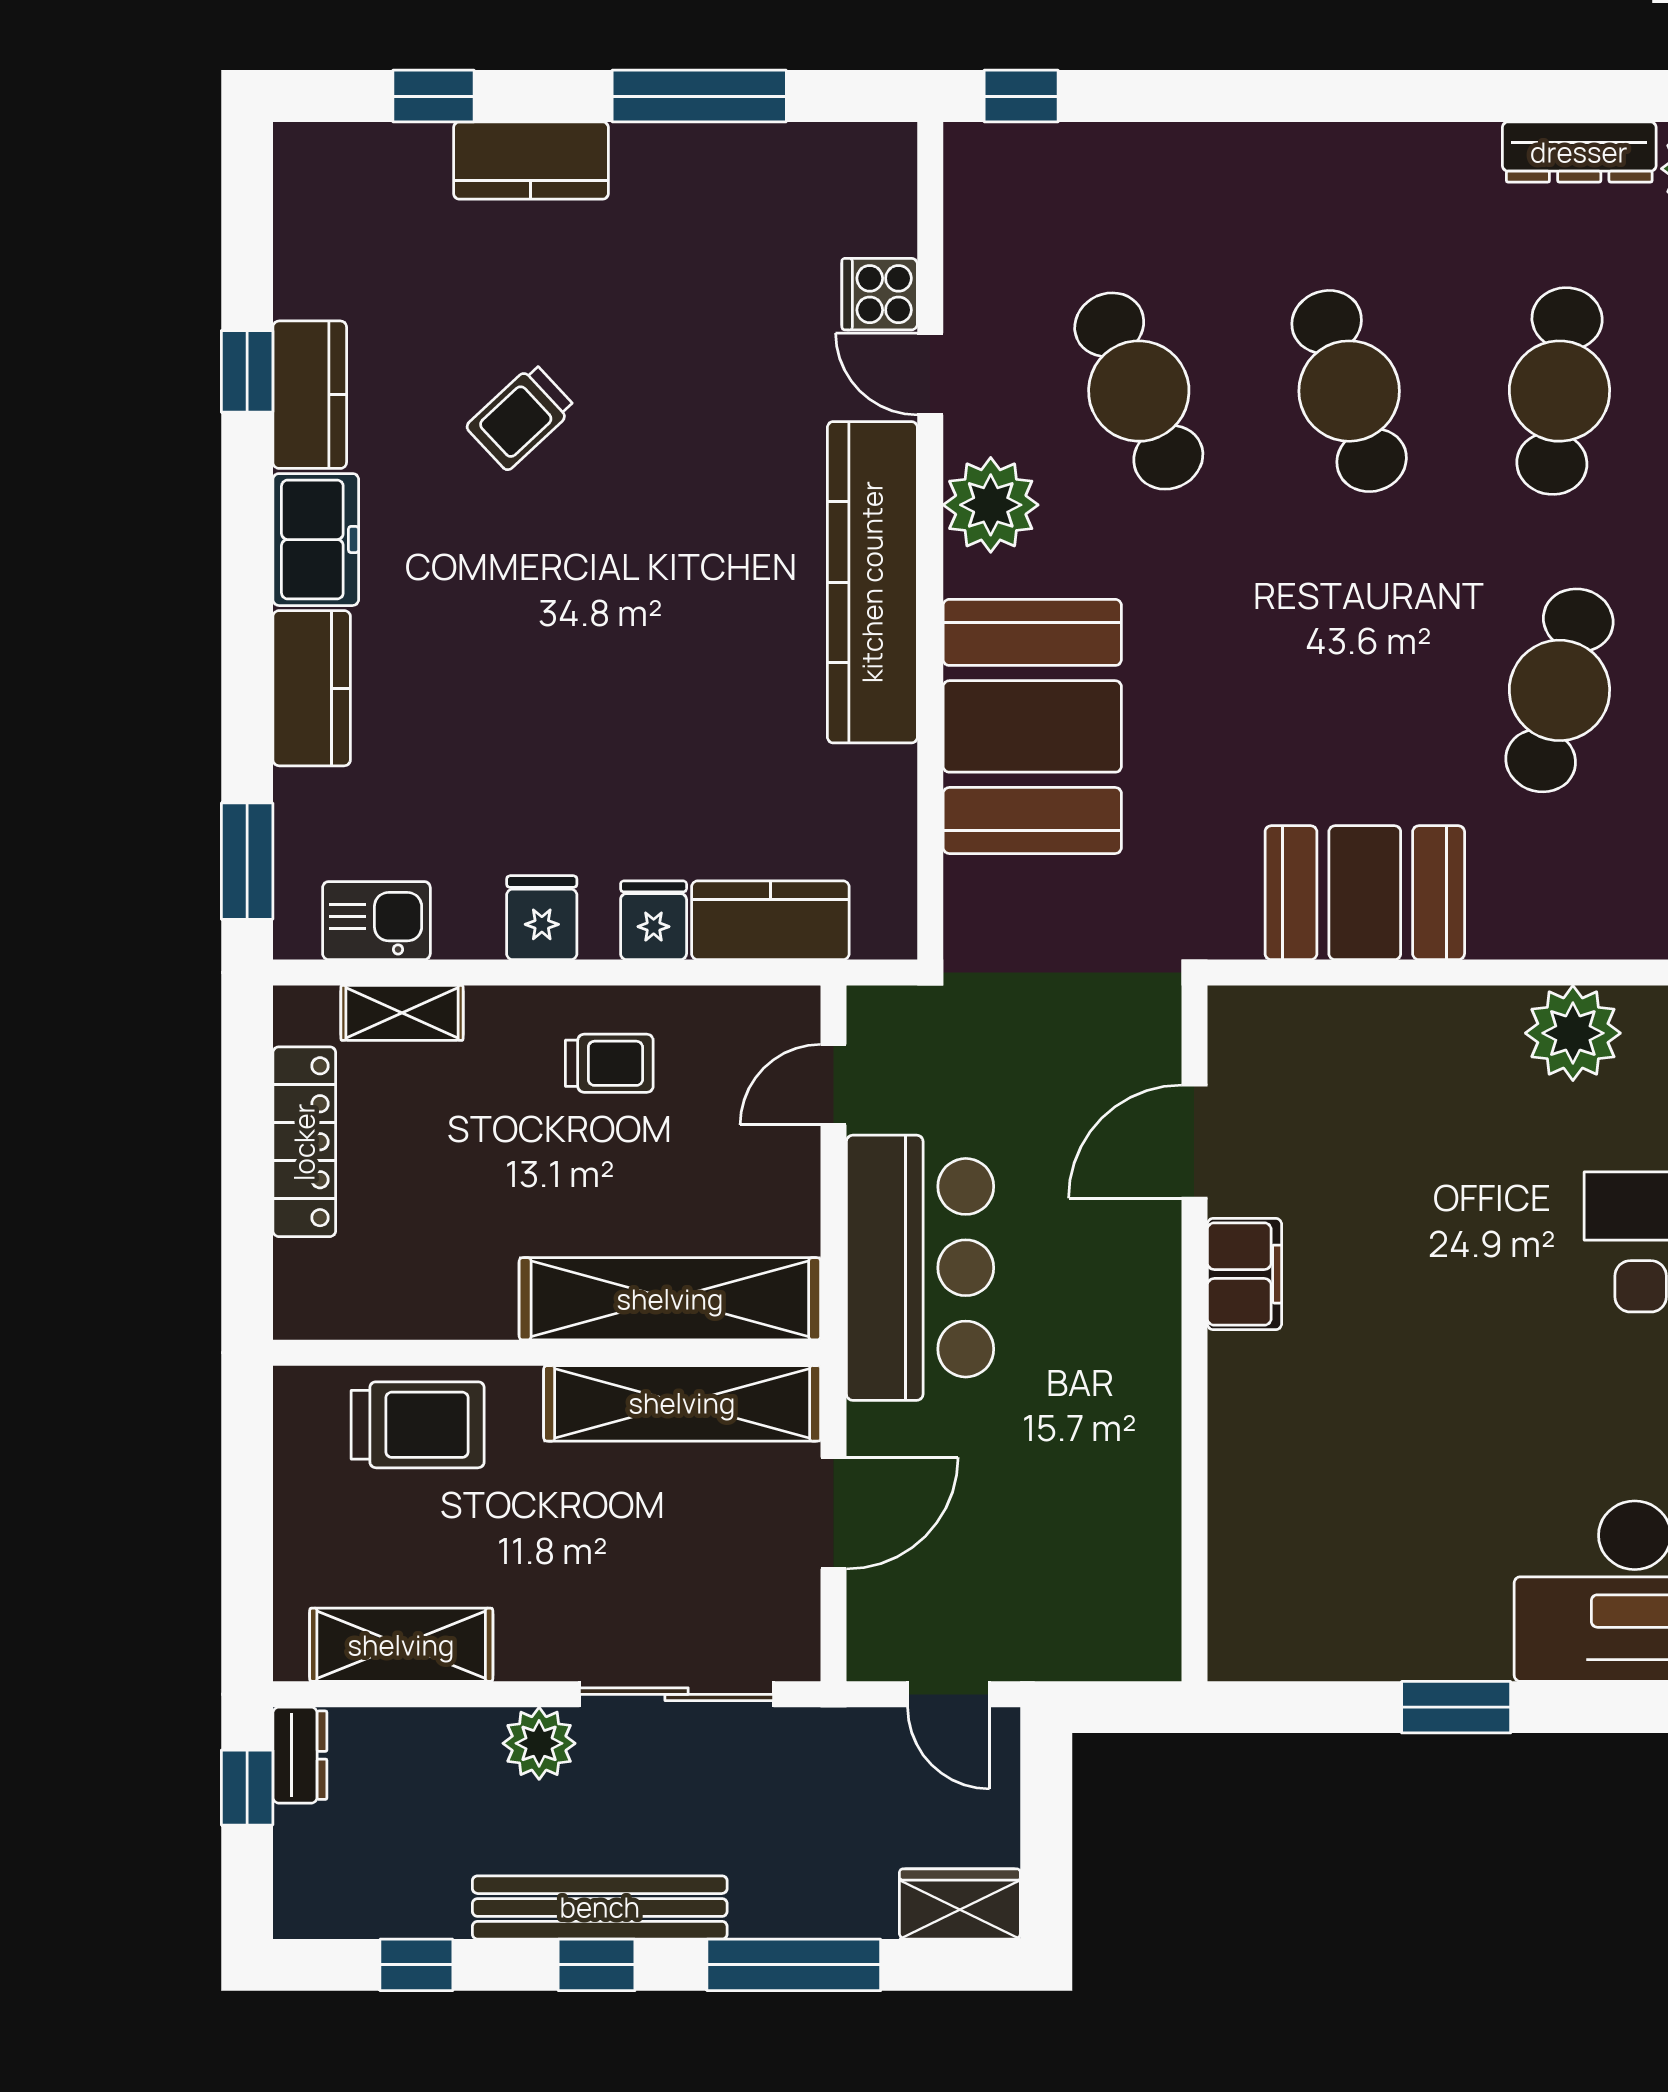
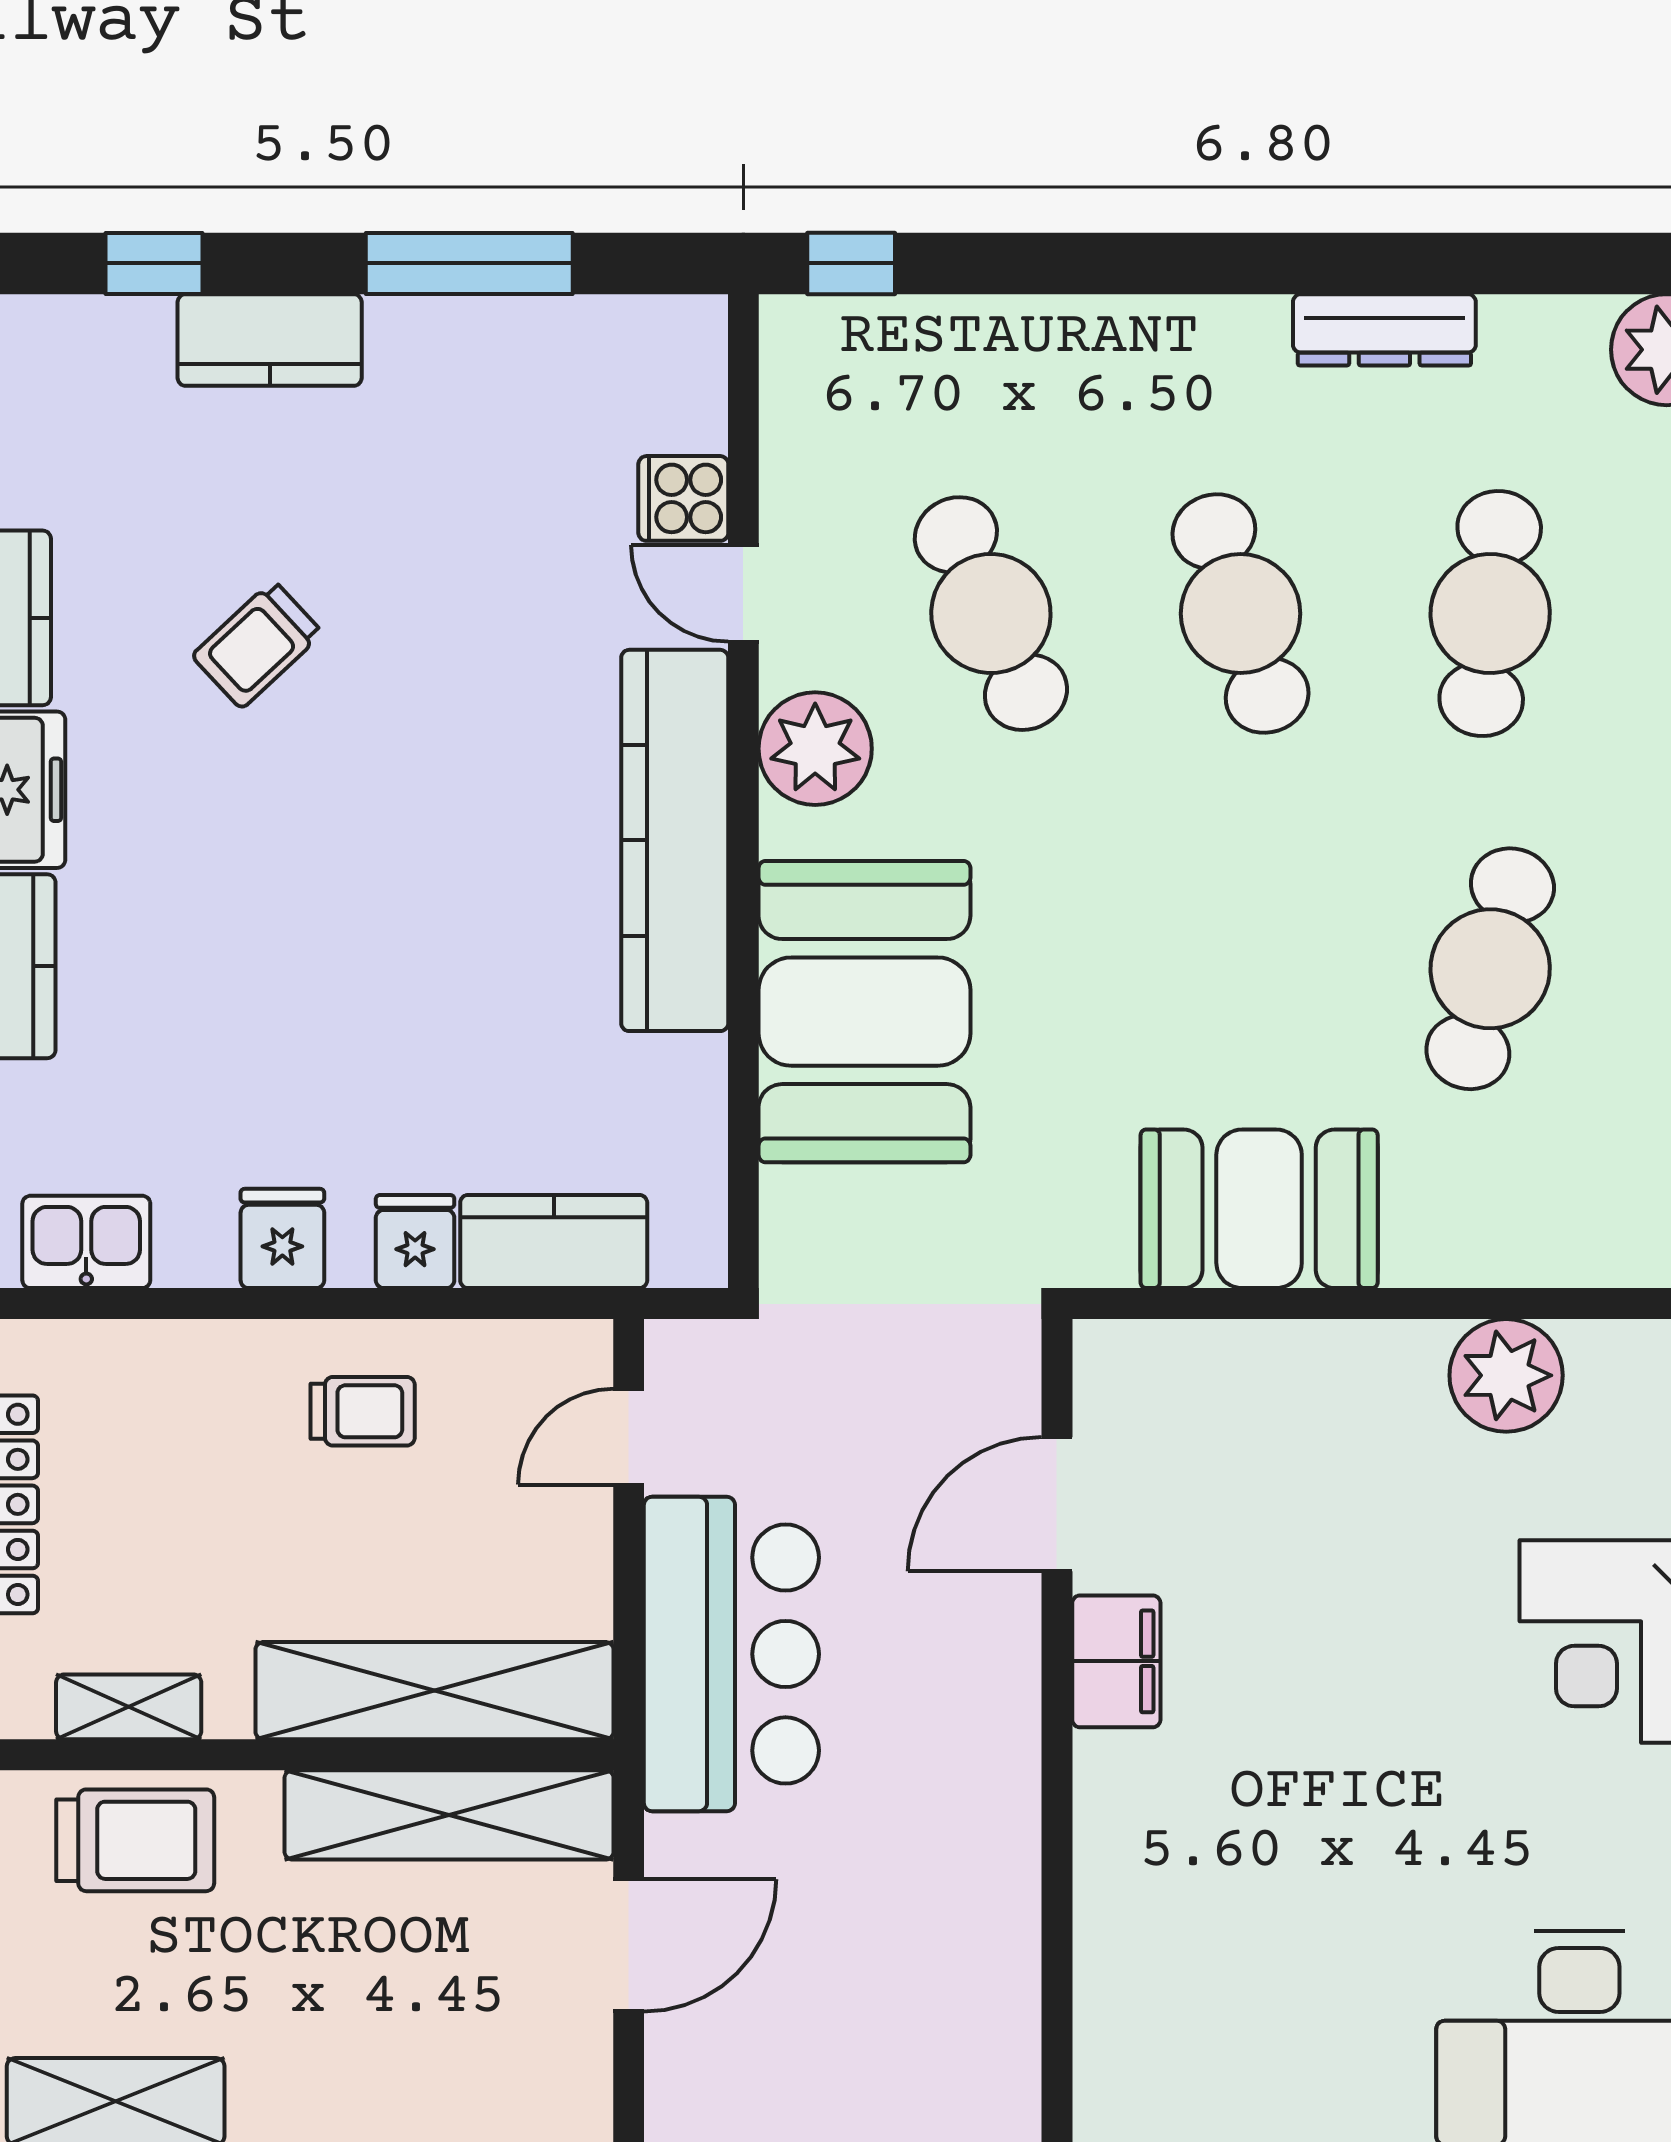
dresser: (1579, 152) -> (1384, 330), moved
shelving: (402, 1013) -> (129, 1707), moved

